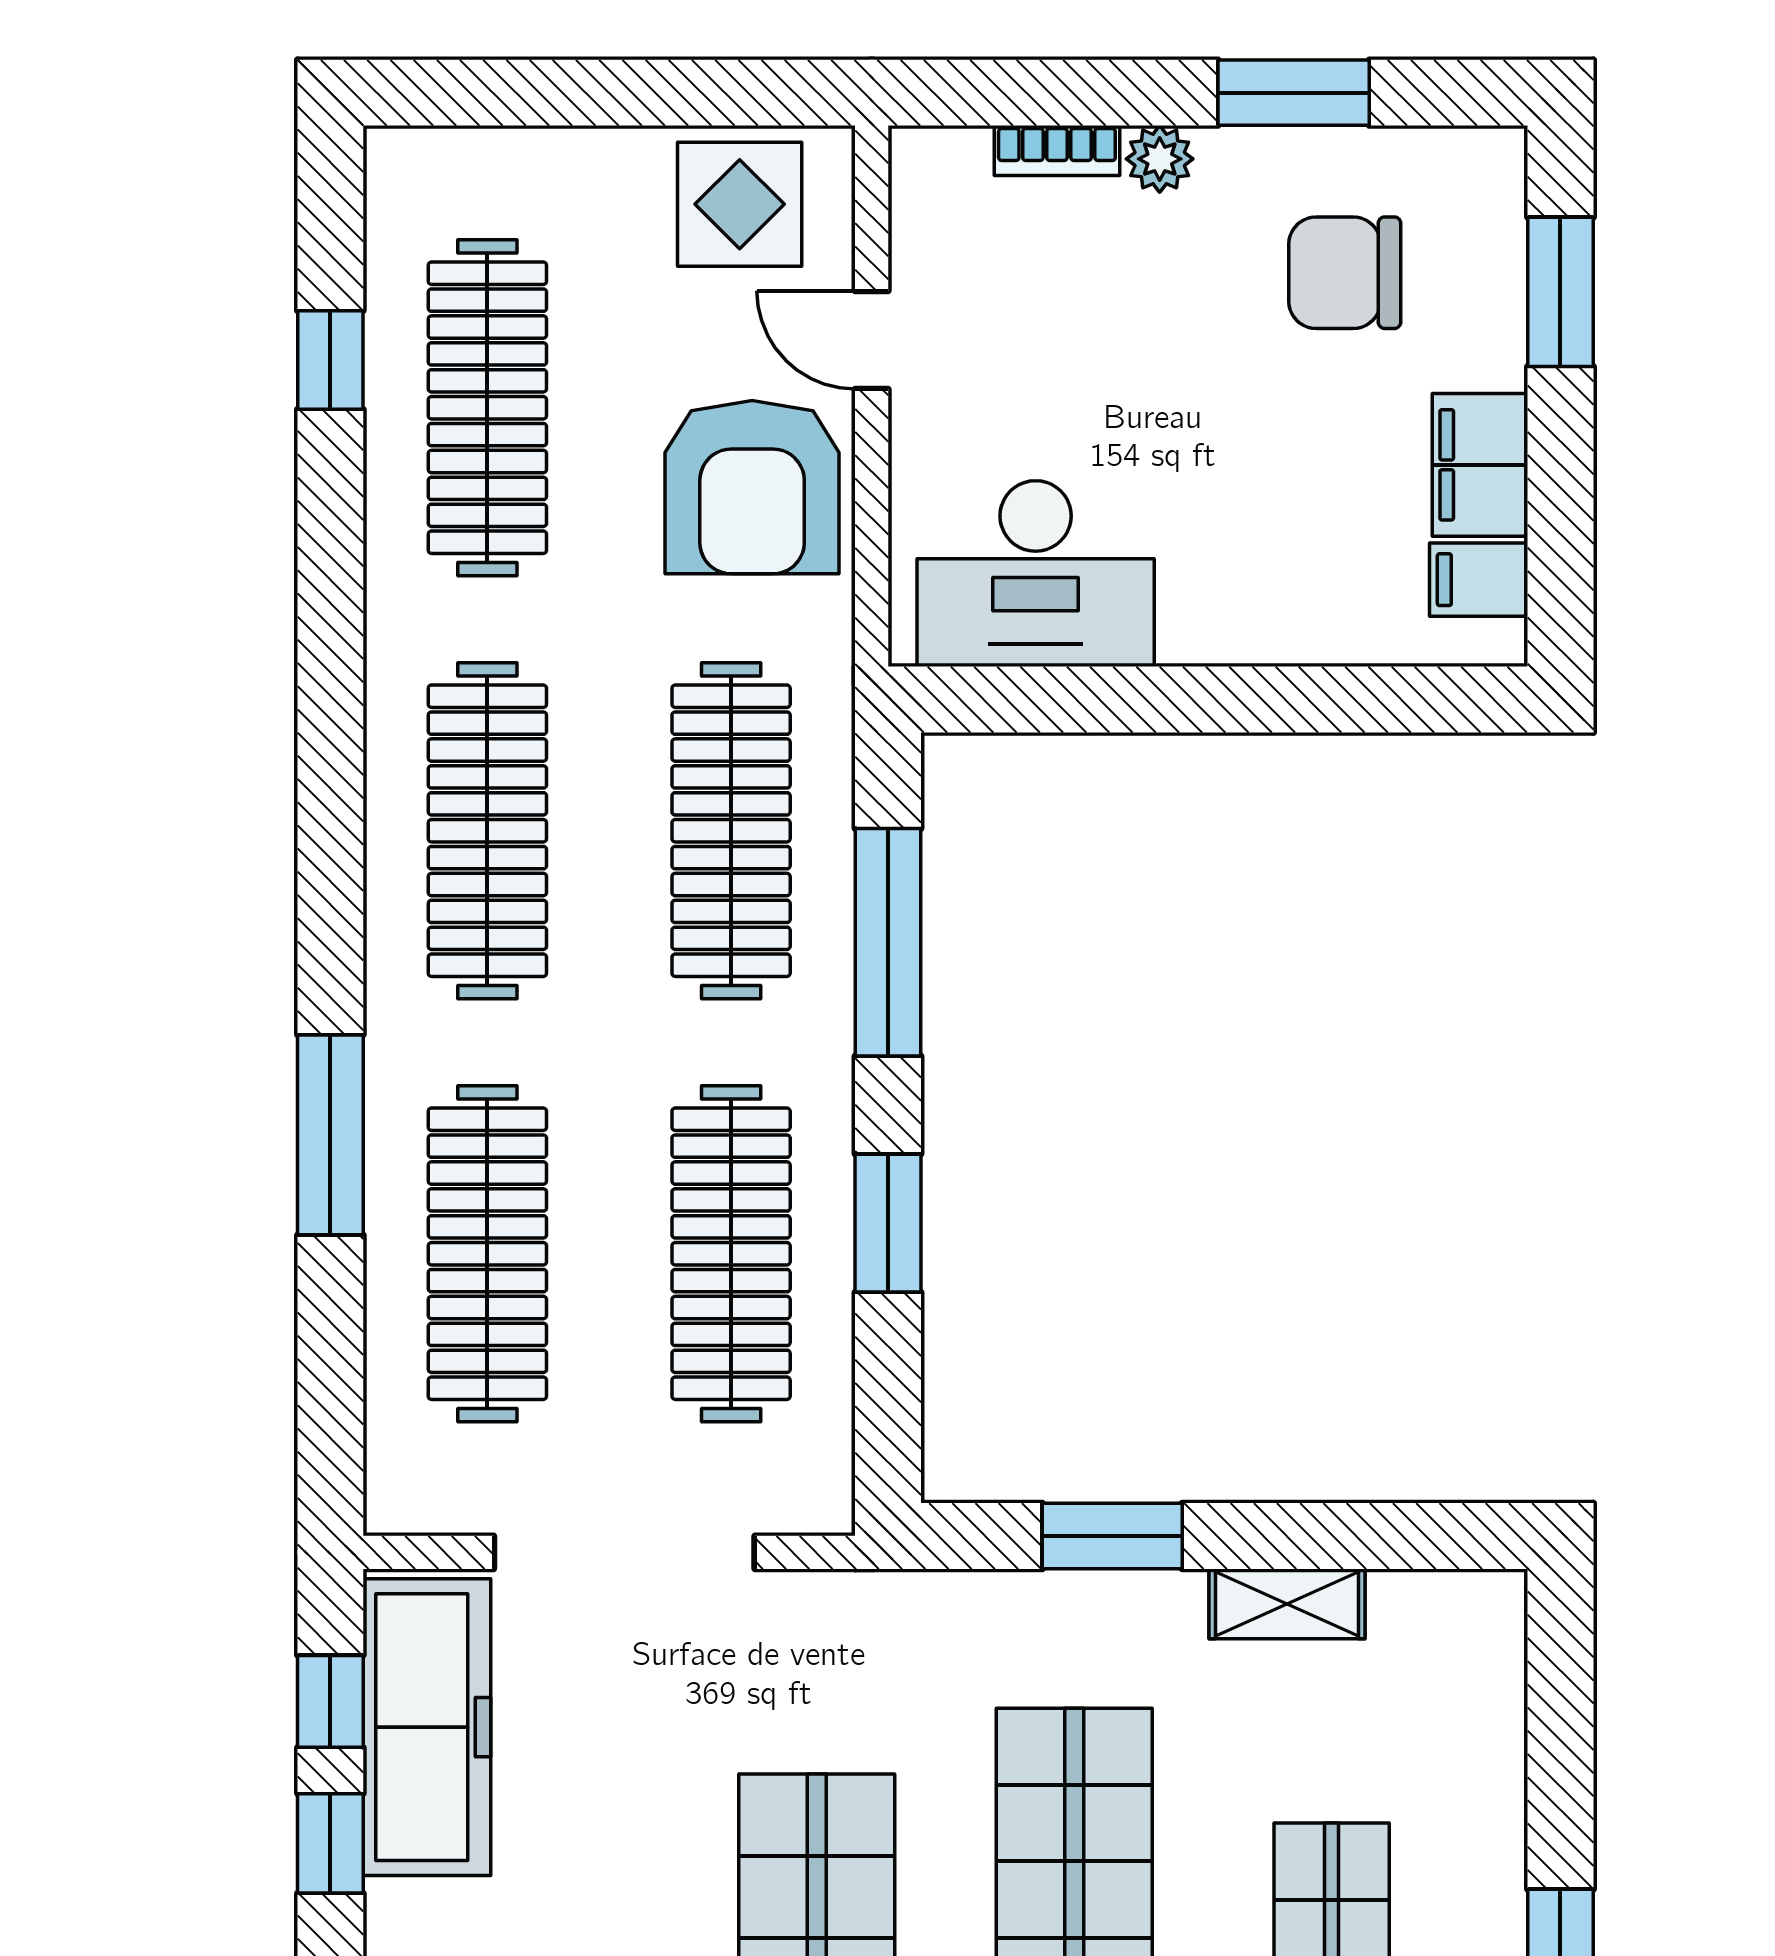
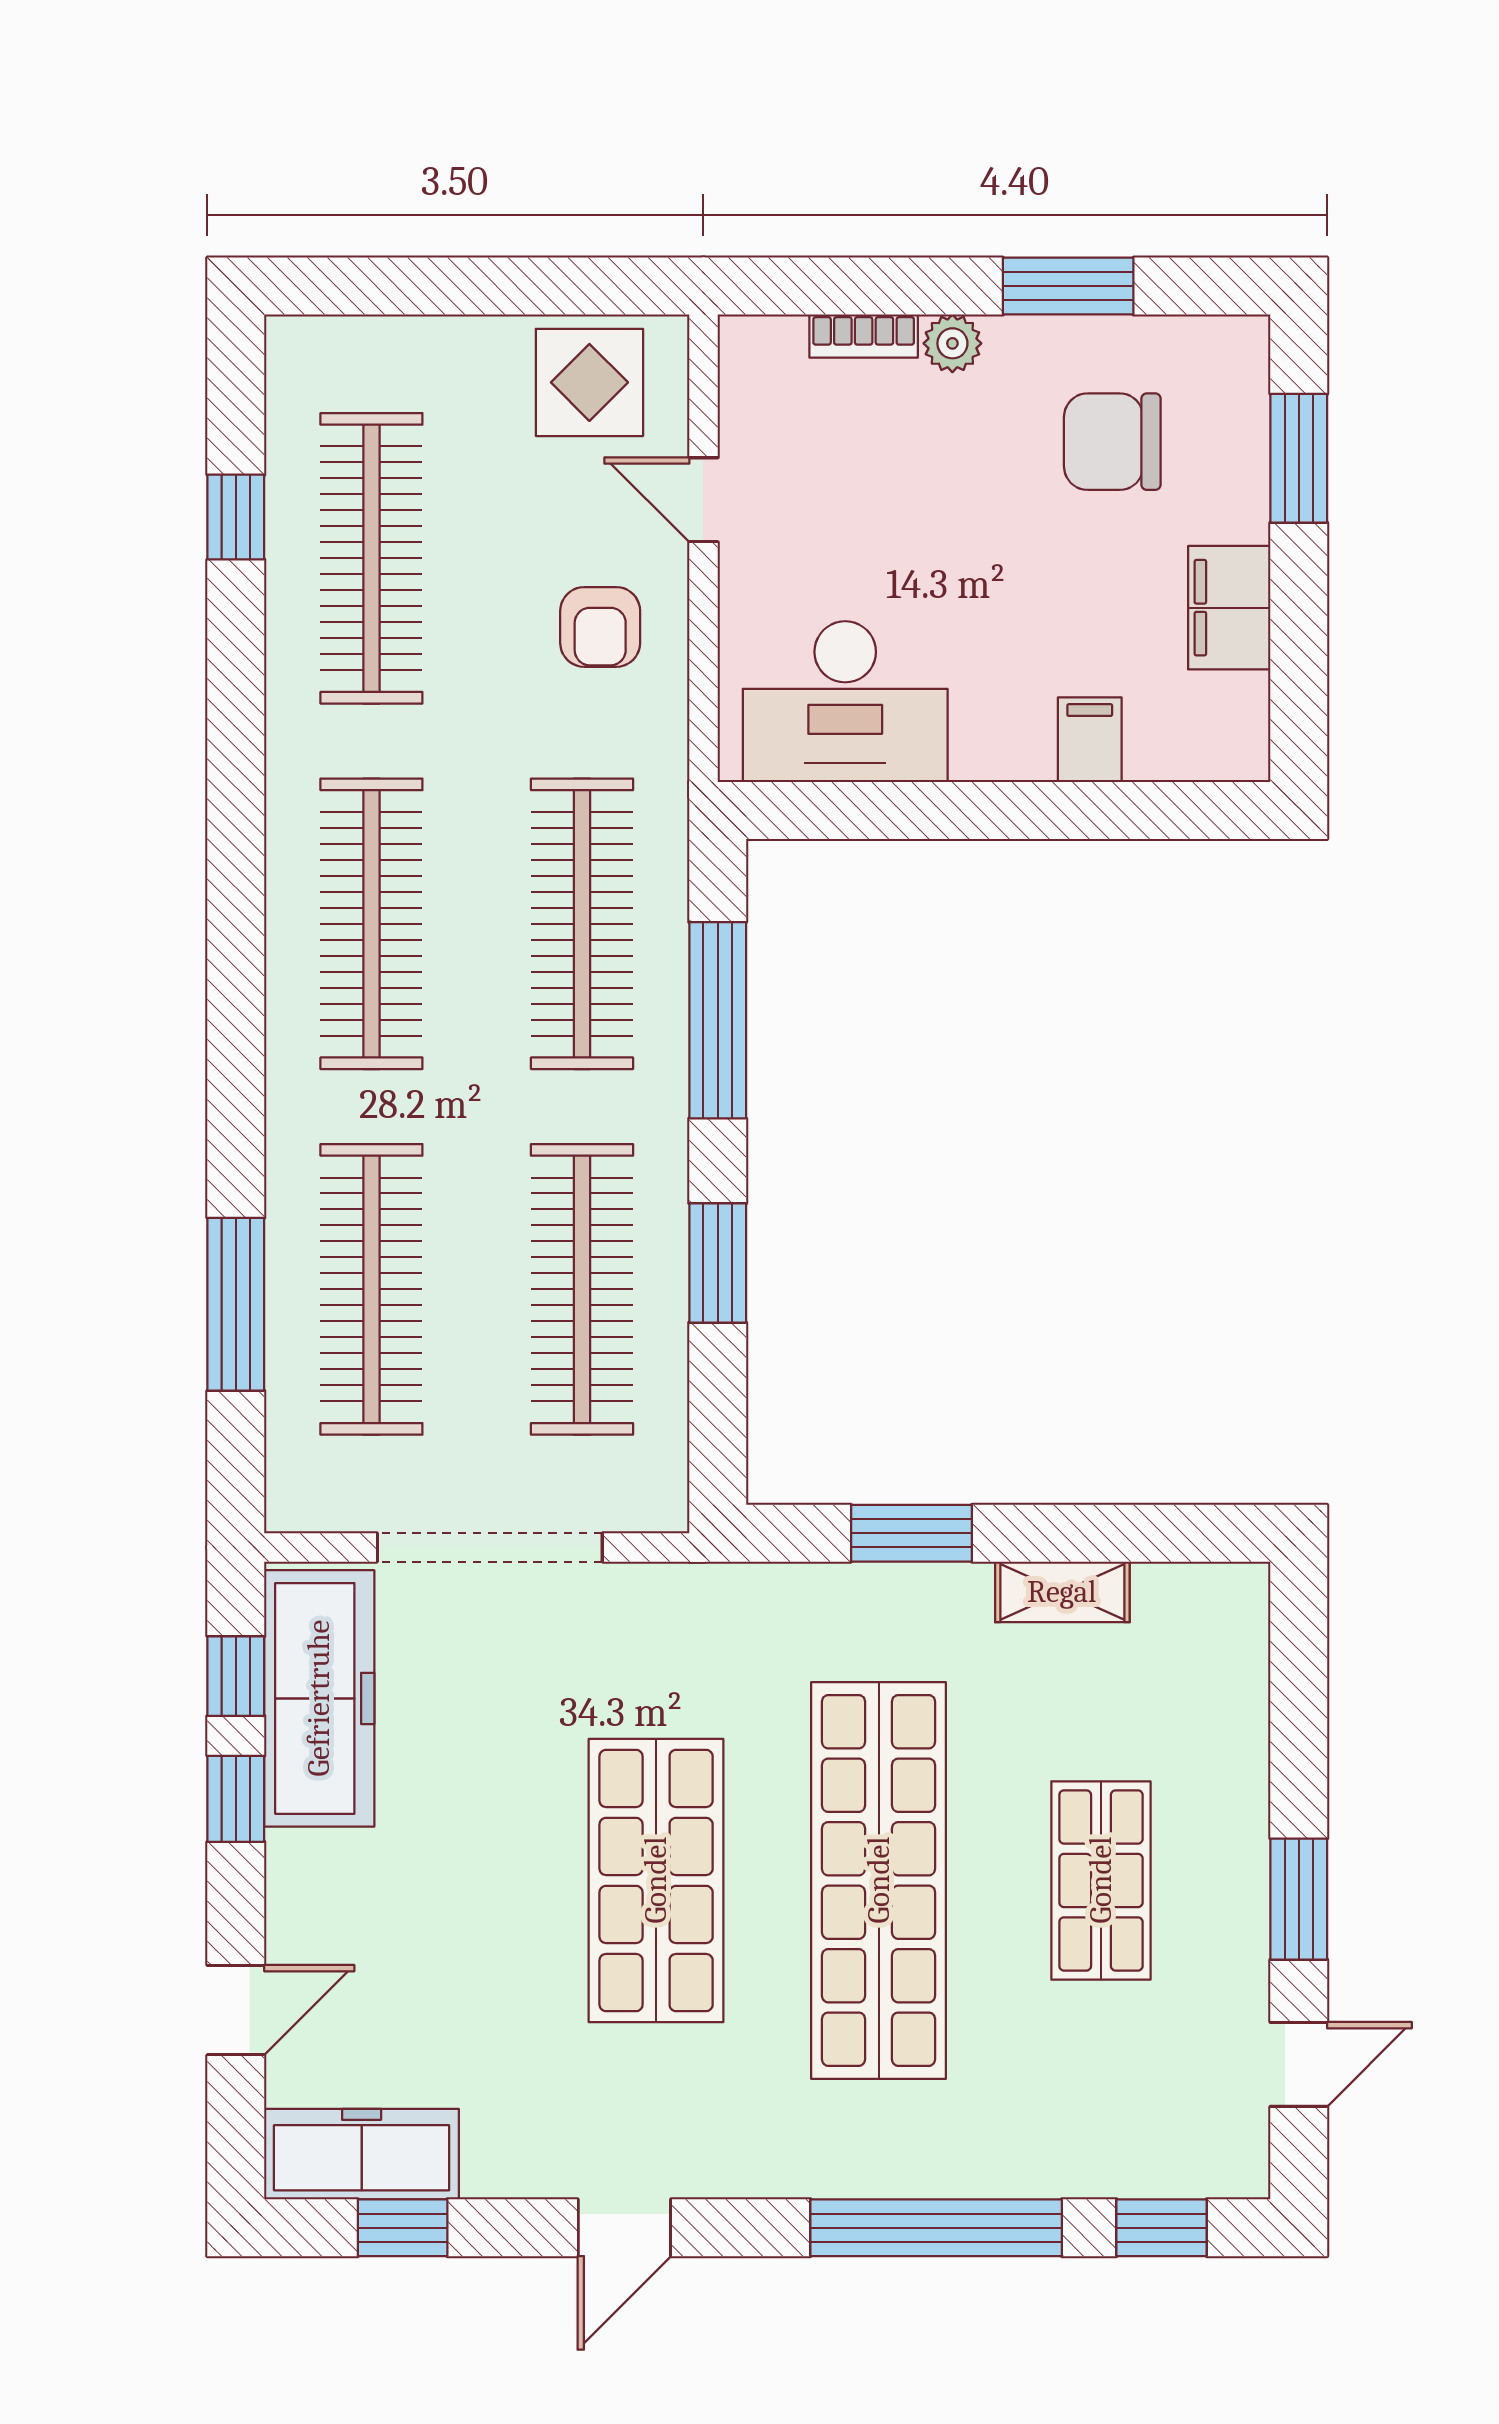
armchair: (752, 487) -> (600, 627), width x0.53, depth x0.53
filing cabinet: (1479, 580) -> (1090, 740), moved, turned 90
window: (330, 1135) -> (236, 1304), moved

